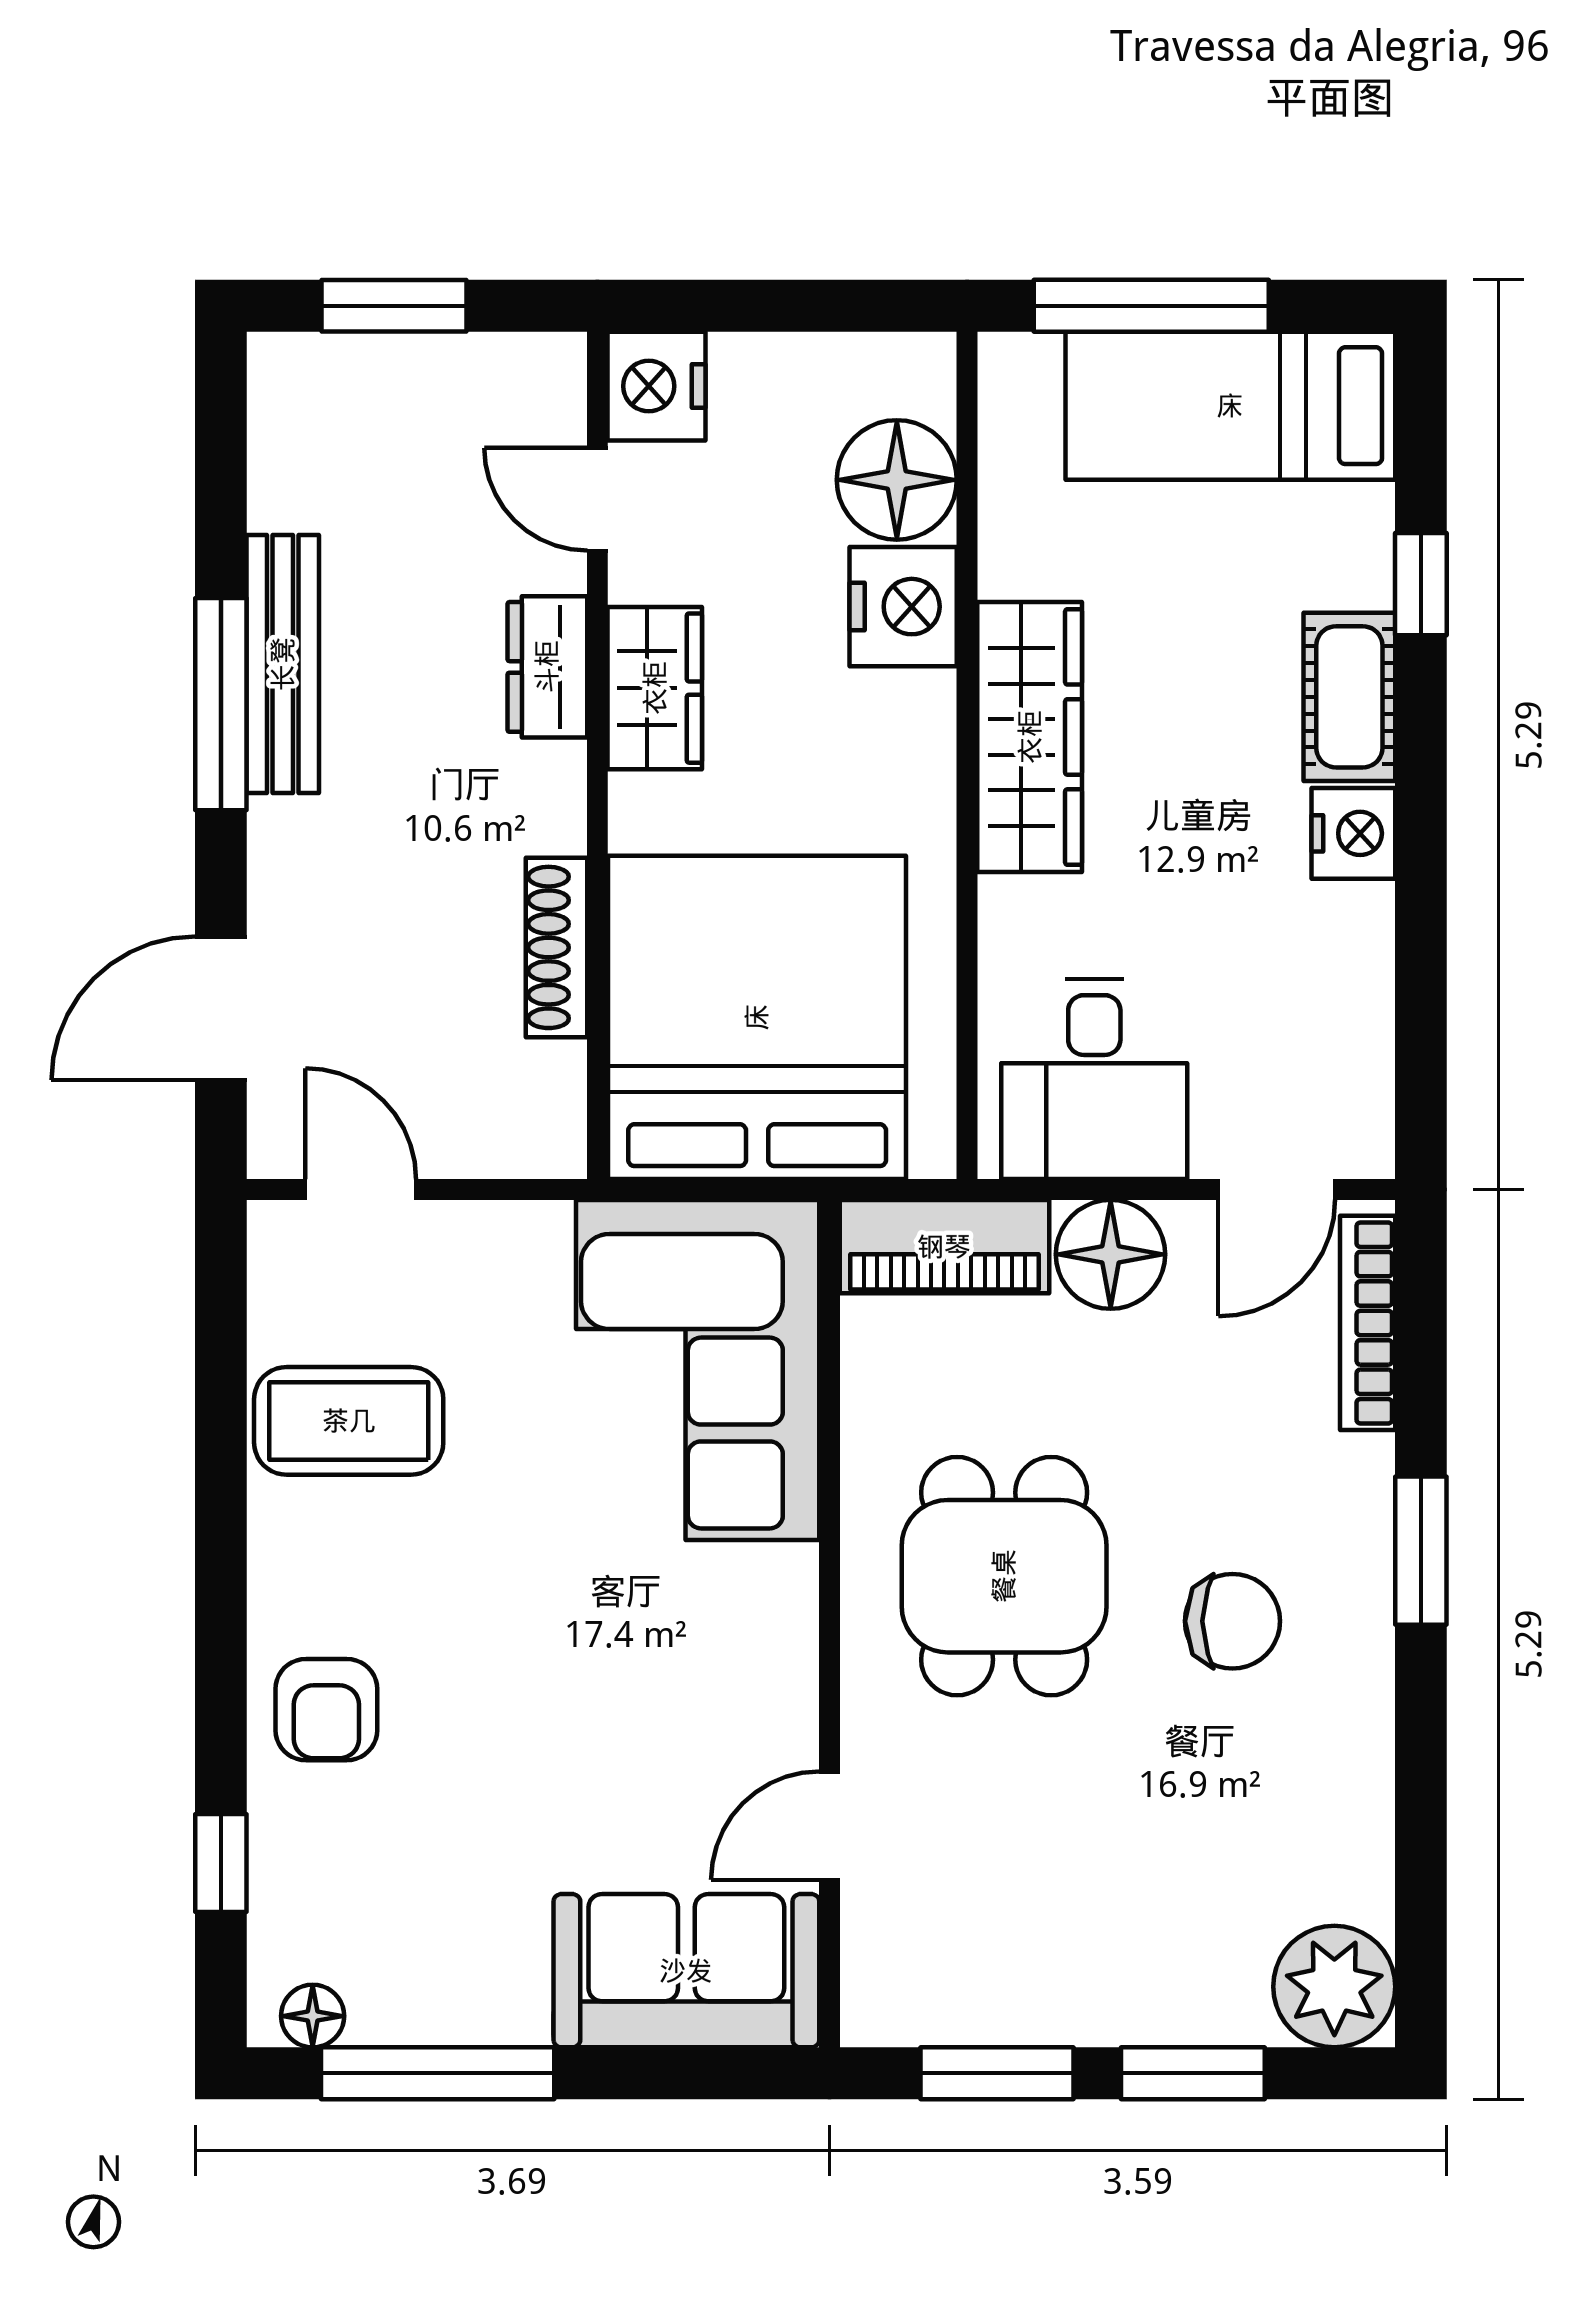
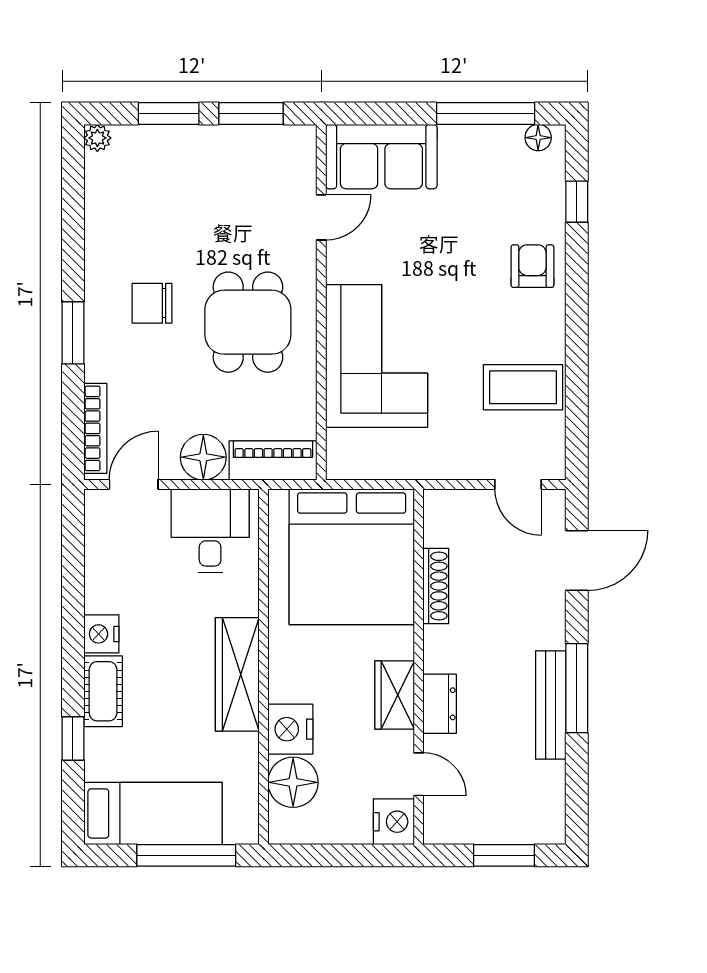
corner sofa: (698, 1370) -> (377, 356), moved
plant: (1334, 1987) -> (97, 138), width x0.53, depth x0.53

